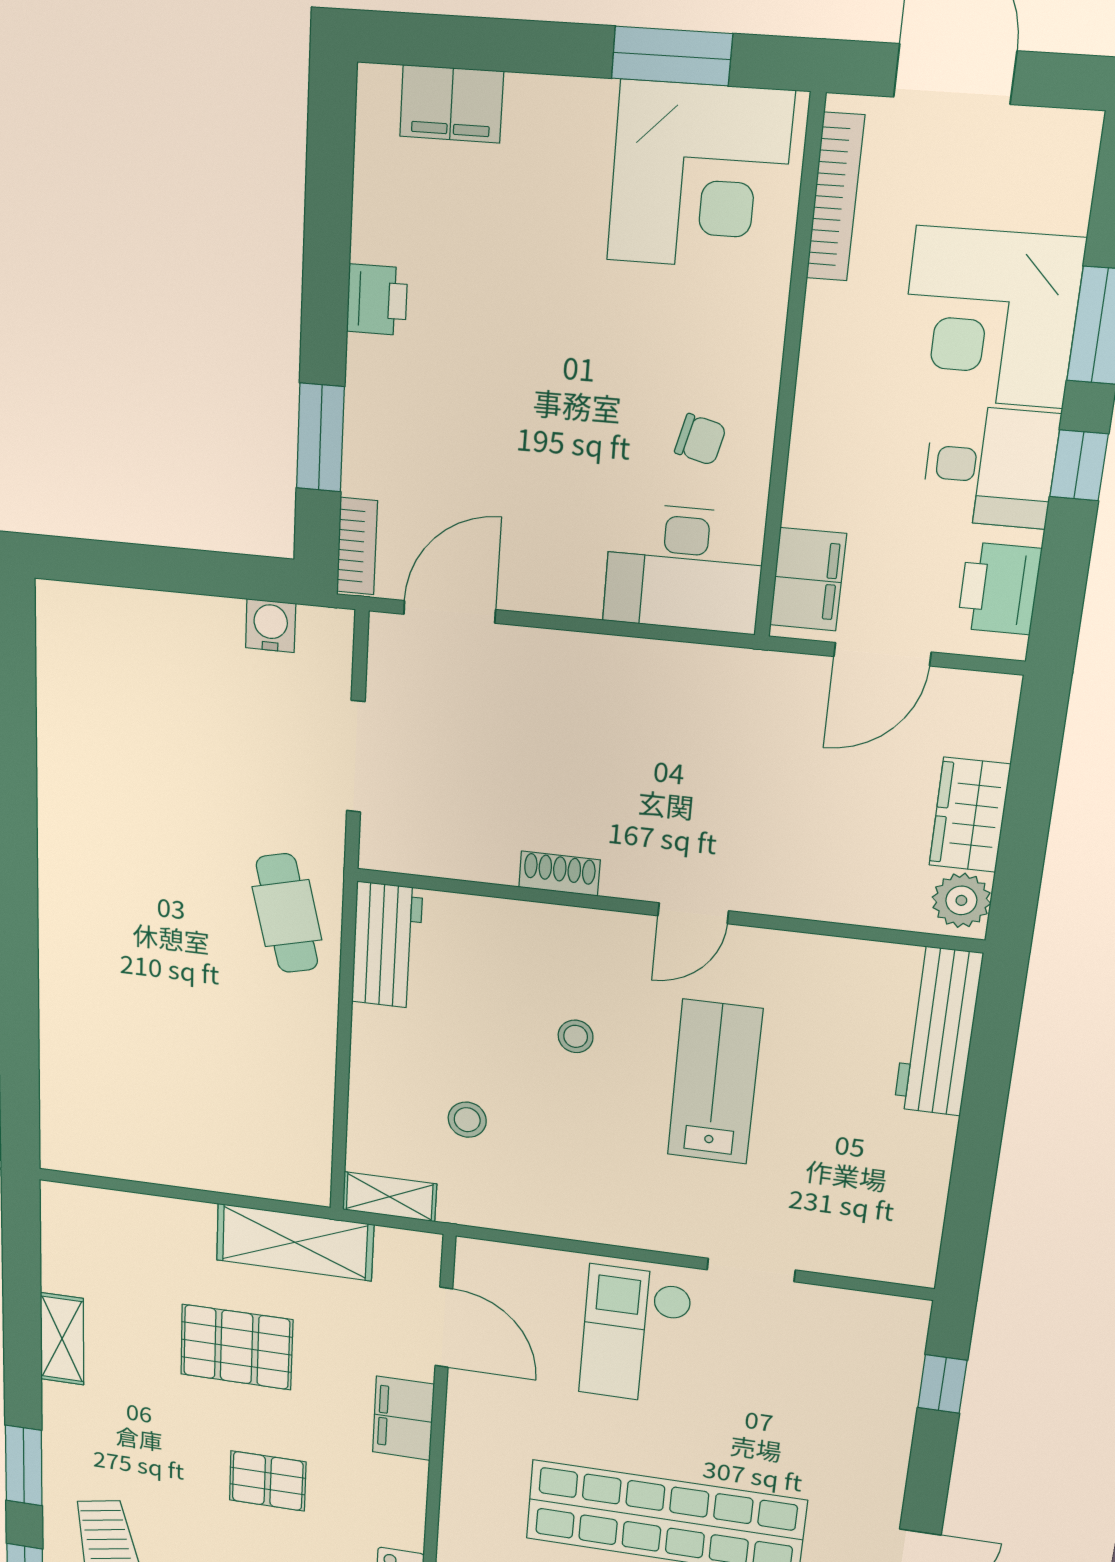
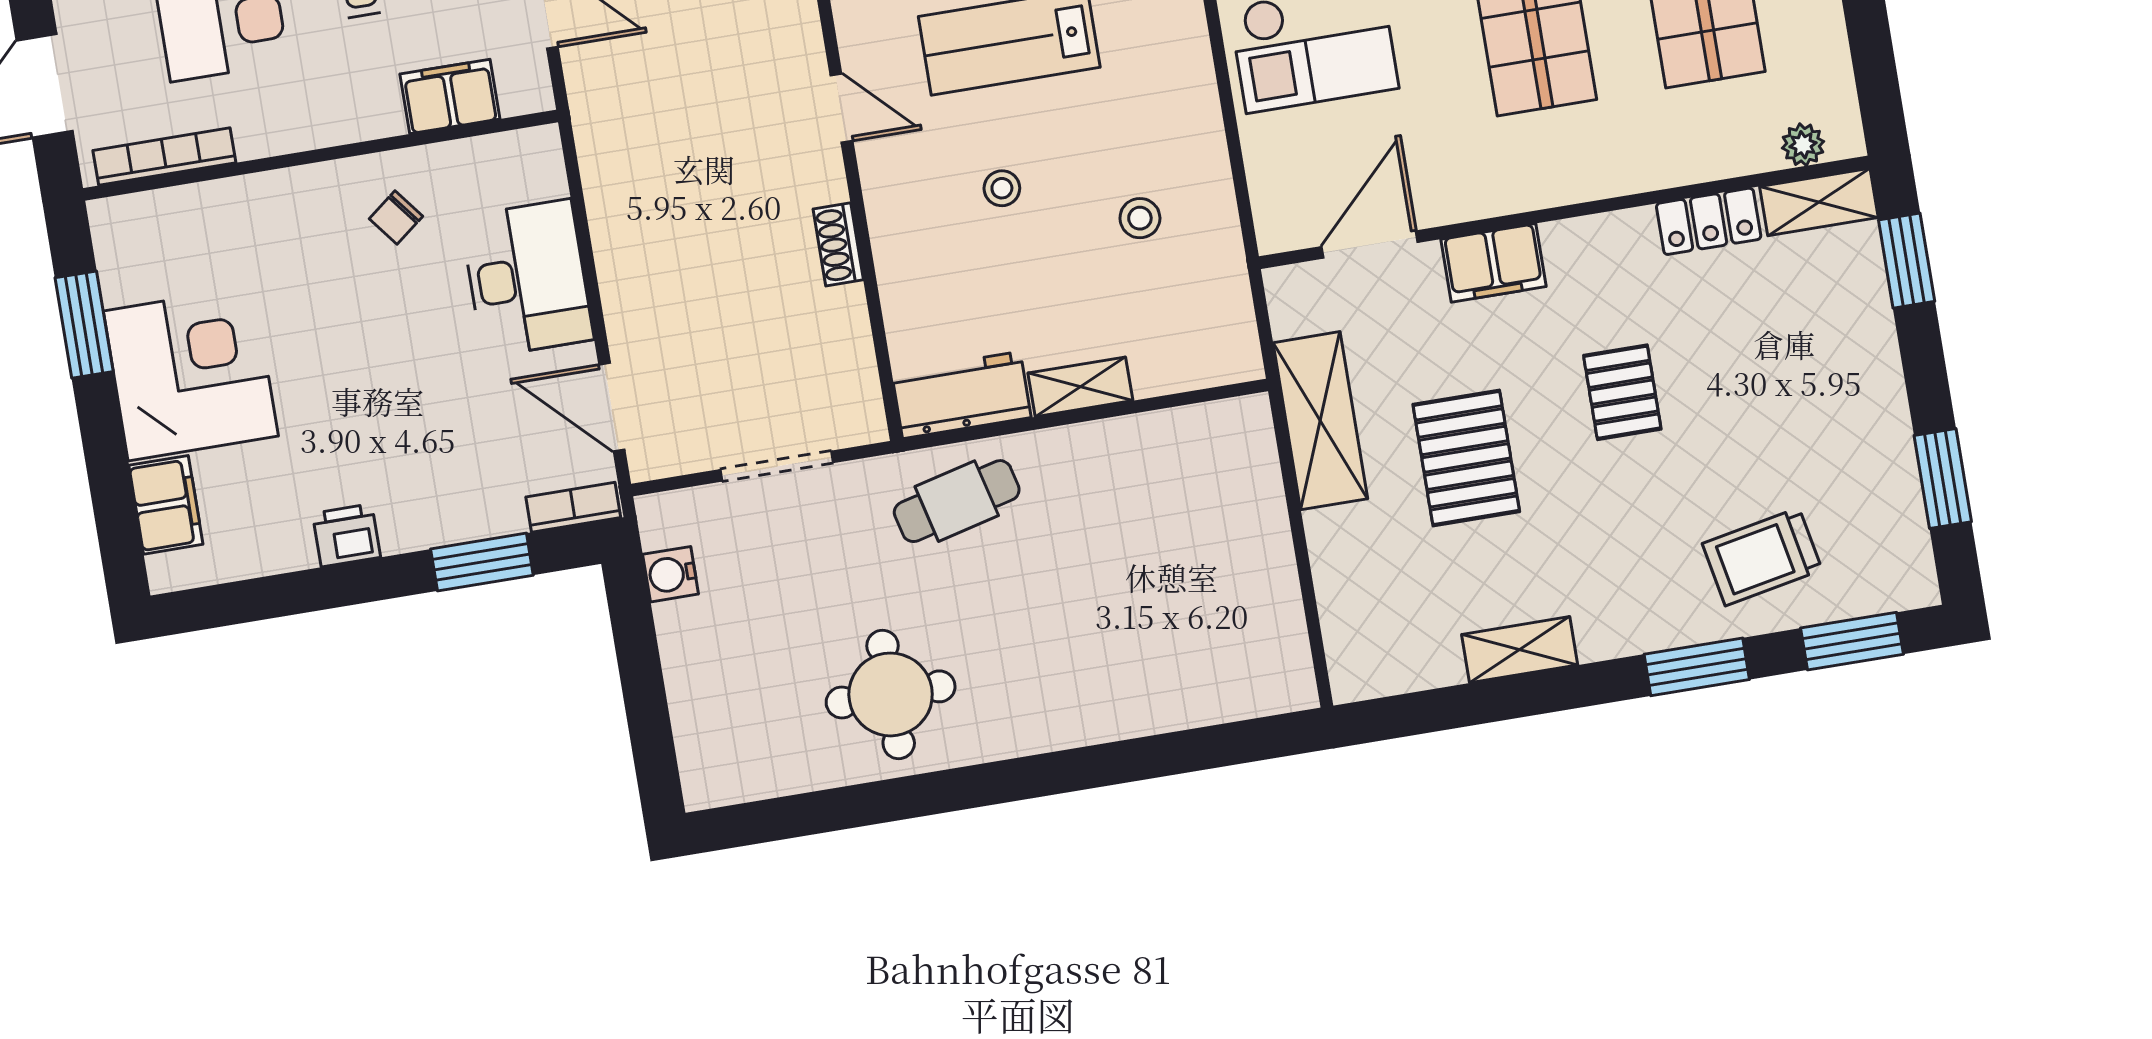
corner desk: (700, 176) -> (191, 374), moved
chair: (700, 440) -> (396, 217), turned -142
desk: (684, 568) -> (527, 278), moved
filing cabinet: (808, 579) -> (450, 97), moved
round table: (116, 803) -> (891, 694), added
stool: (467, 1120) -> (1140, 218), moved
shelving: (390, 1197) -> (1080, 387), moved, turned 90

